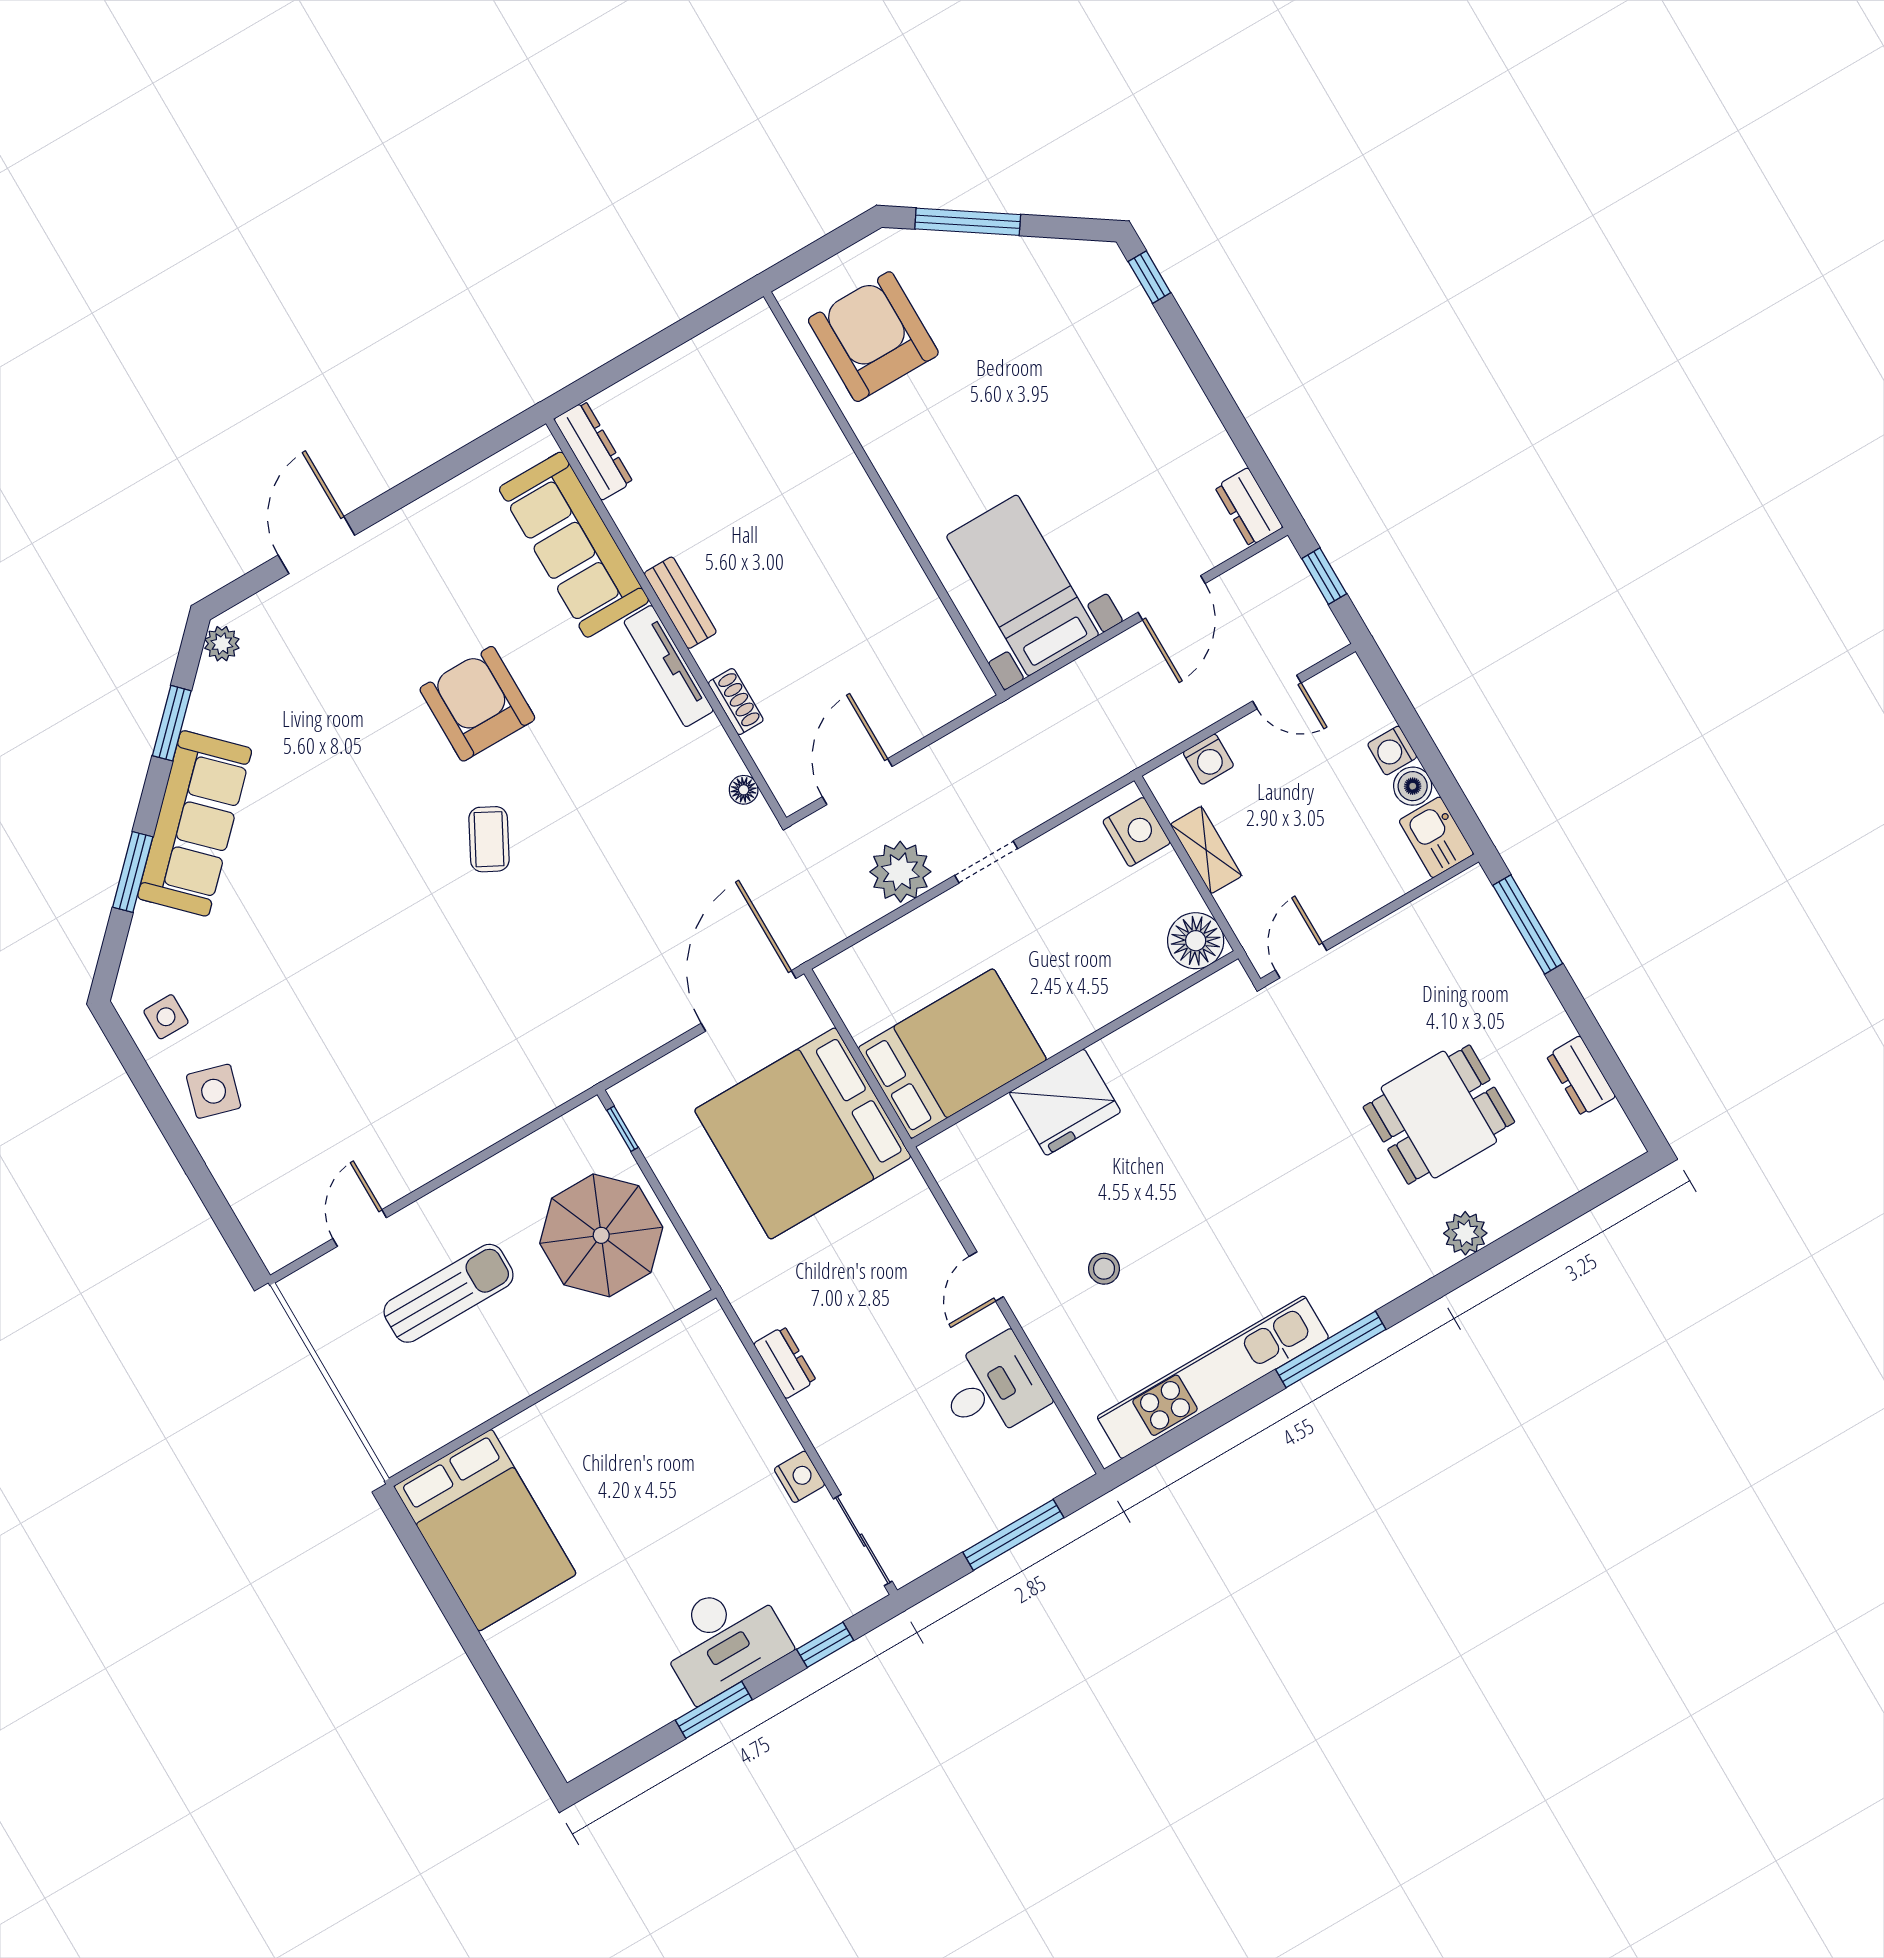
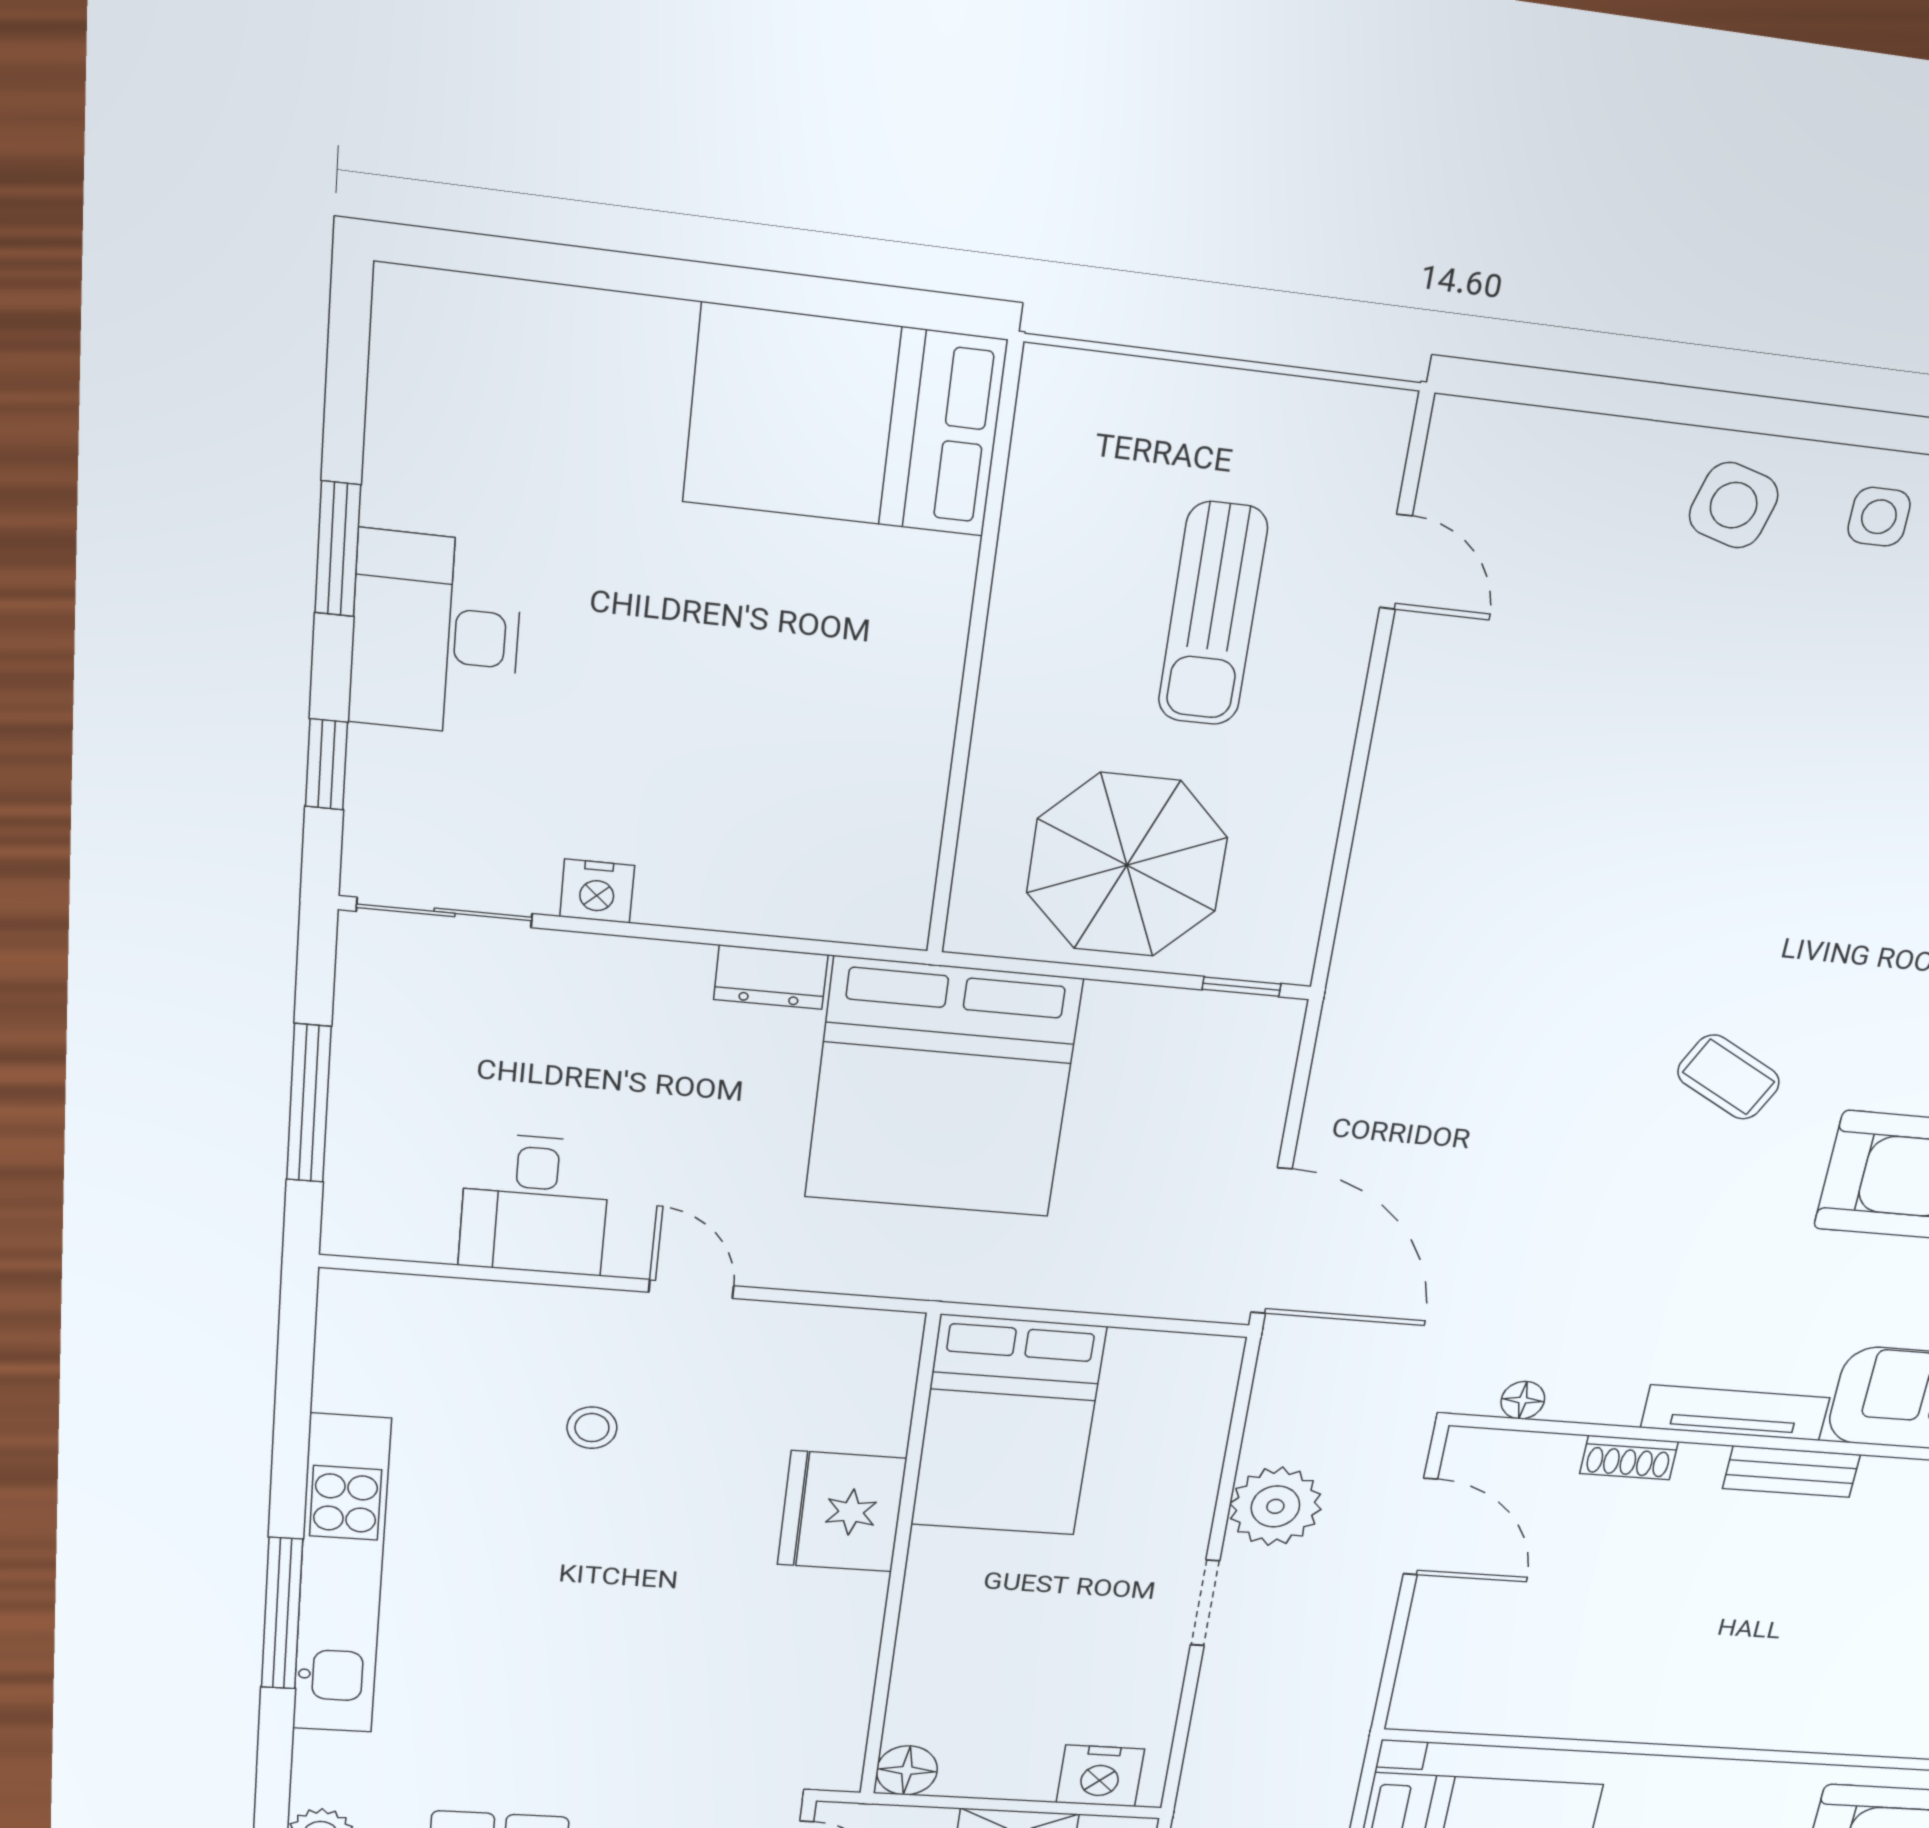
floor lamp: (1196, 941) -> (907, 1770), width x0.73, depth x0.73
bed: (803, 1133) -> (943, 1089), moved, turned 180
kitchen unit: (1213, 1377) -> (341, 1576), moved

